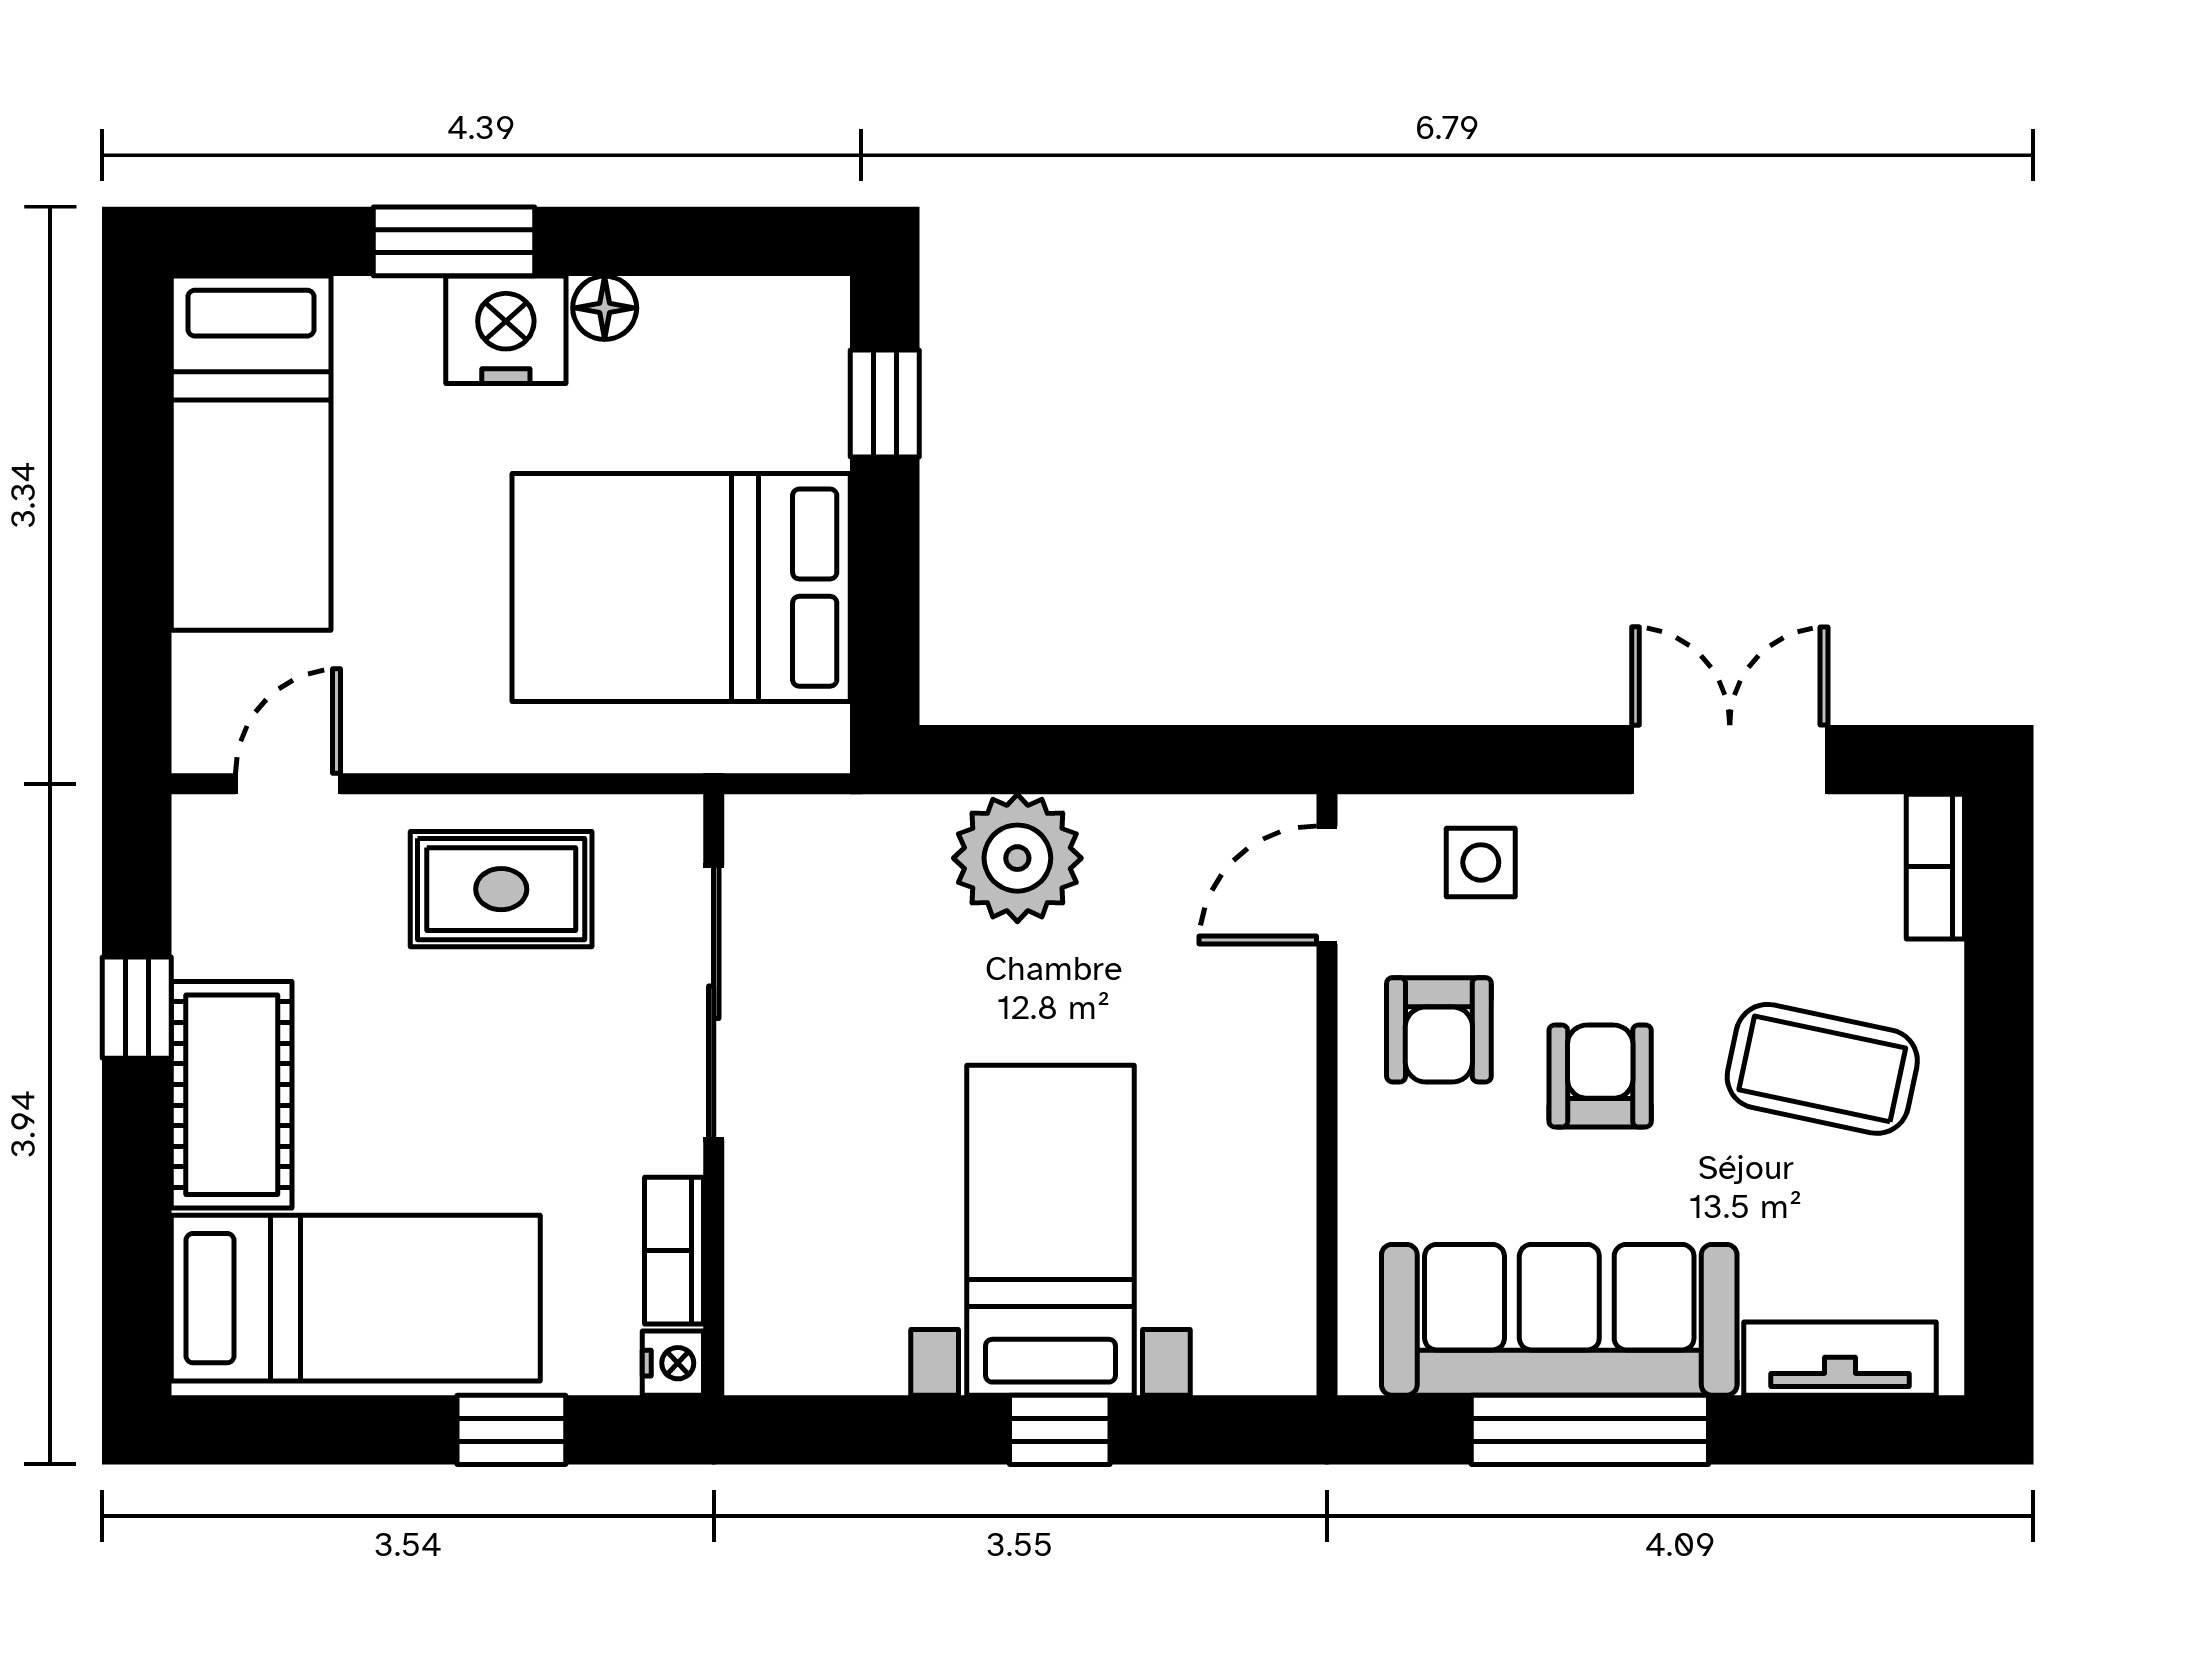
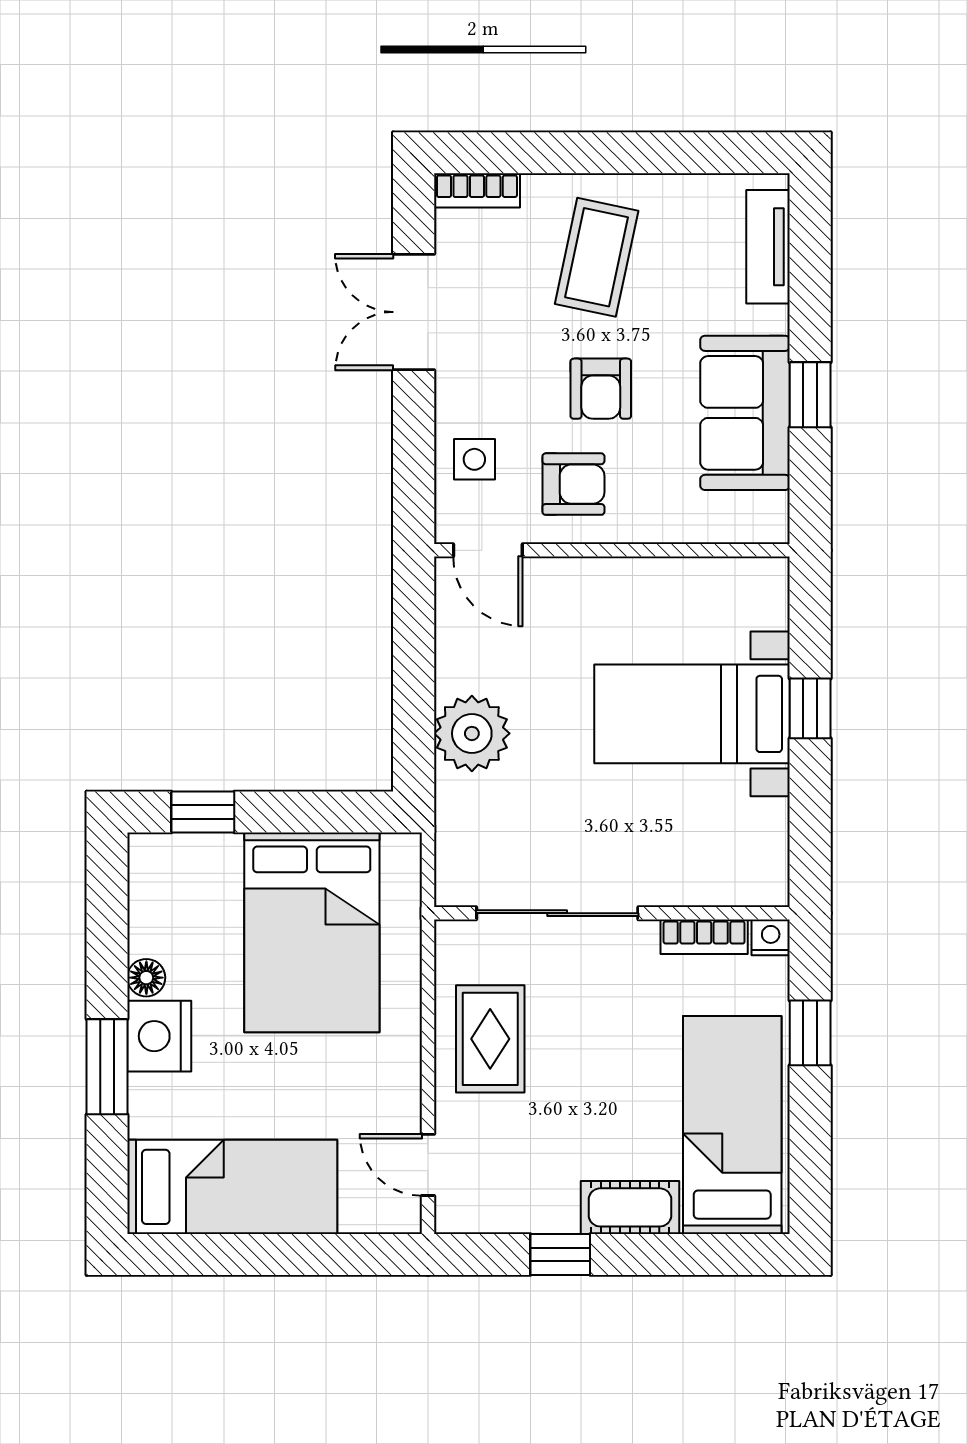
armchair: (1600, 1076) -> (601, 389), turned -90
cot: (232, 1095) -> (630, 1207), width x0.73, depth x0.75
sofa: (1559, 1320) -> (745, 413), width x0.73
window: (1590, 1430) -> (810, 395), width x0.46

